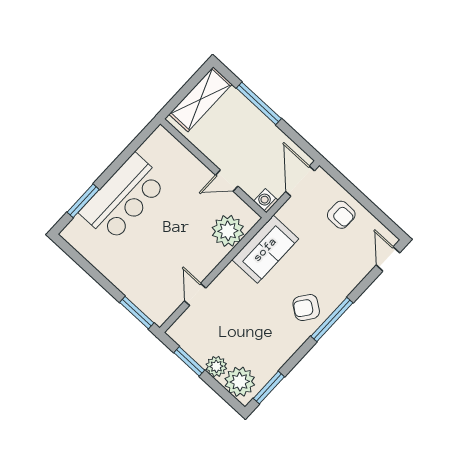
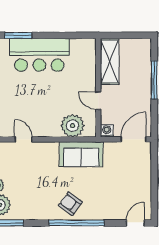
shelving: (200, 99) -> (110, 61), moved, turned 90
armchair: (341, 215) -> (136, 177), removed
door: (195, 294) -> (23, 139), hinge flipped
window: (332, 319) -> (77, 223), width x1.46

